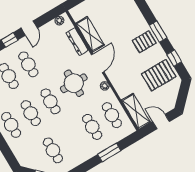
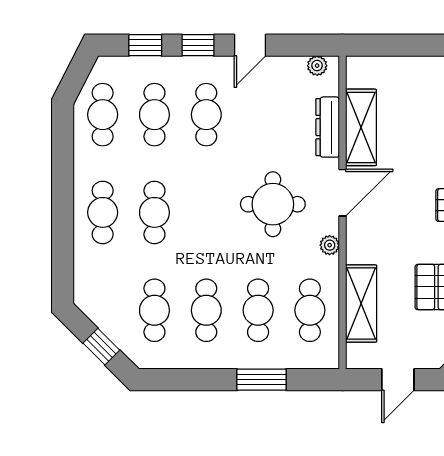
cafe table: (50, 101) -> (206, 310), moved
shelving: (136, 111) -> (361, 304), moved
door: (161, 122) -> (398, 380), swing flipped

